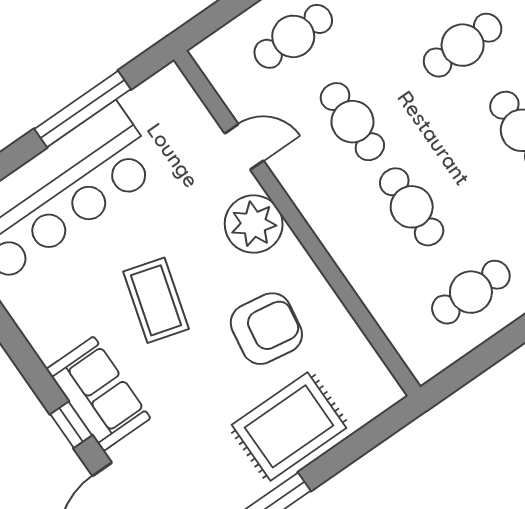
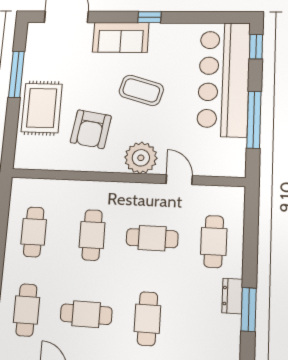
door: (244, 147) -> (179, 180), swing flipped
cafe table: (412, 207) -> (92, 235), turned 90
window: (71, 425) -> (149, 17), moved

